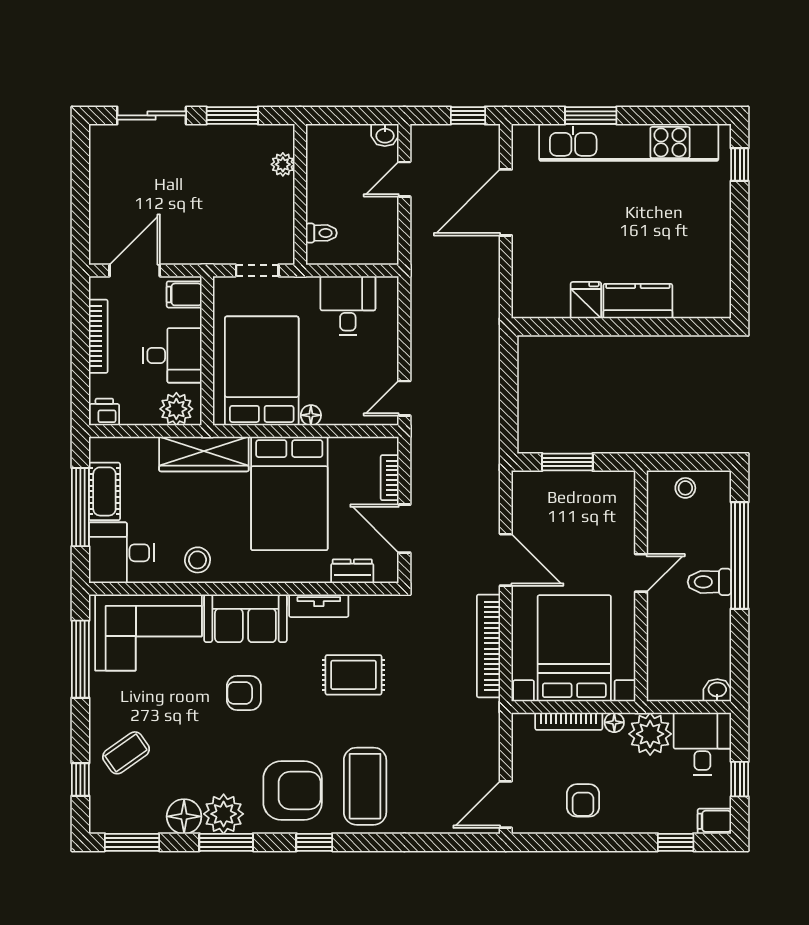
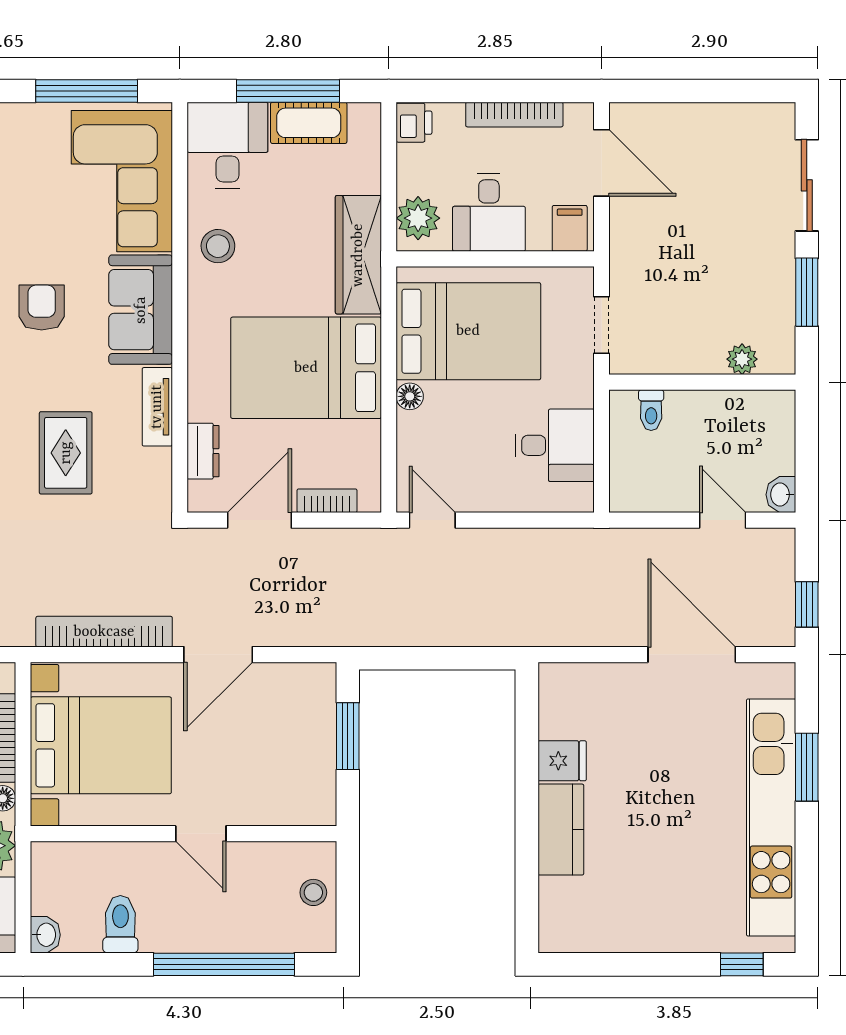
toilet: (709, 582) -> (120, 924), moved

